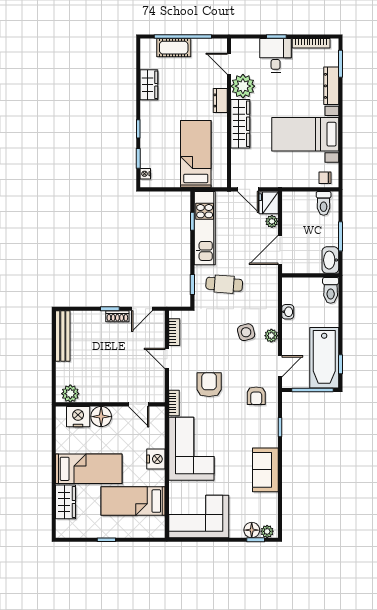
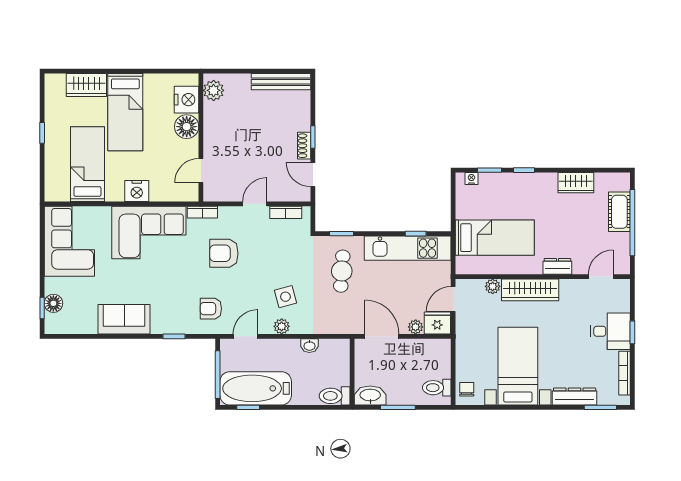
plant: (243, 86) -> (493, 286), moved, width x0.53, depth x0.53
door: (280, 366) -> (246, 336), swing flipped
armchair: (209, 385) -> (224, 253), turned 180
plant: (267, 531) -> (52, 321), removed

